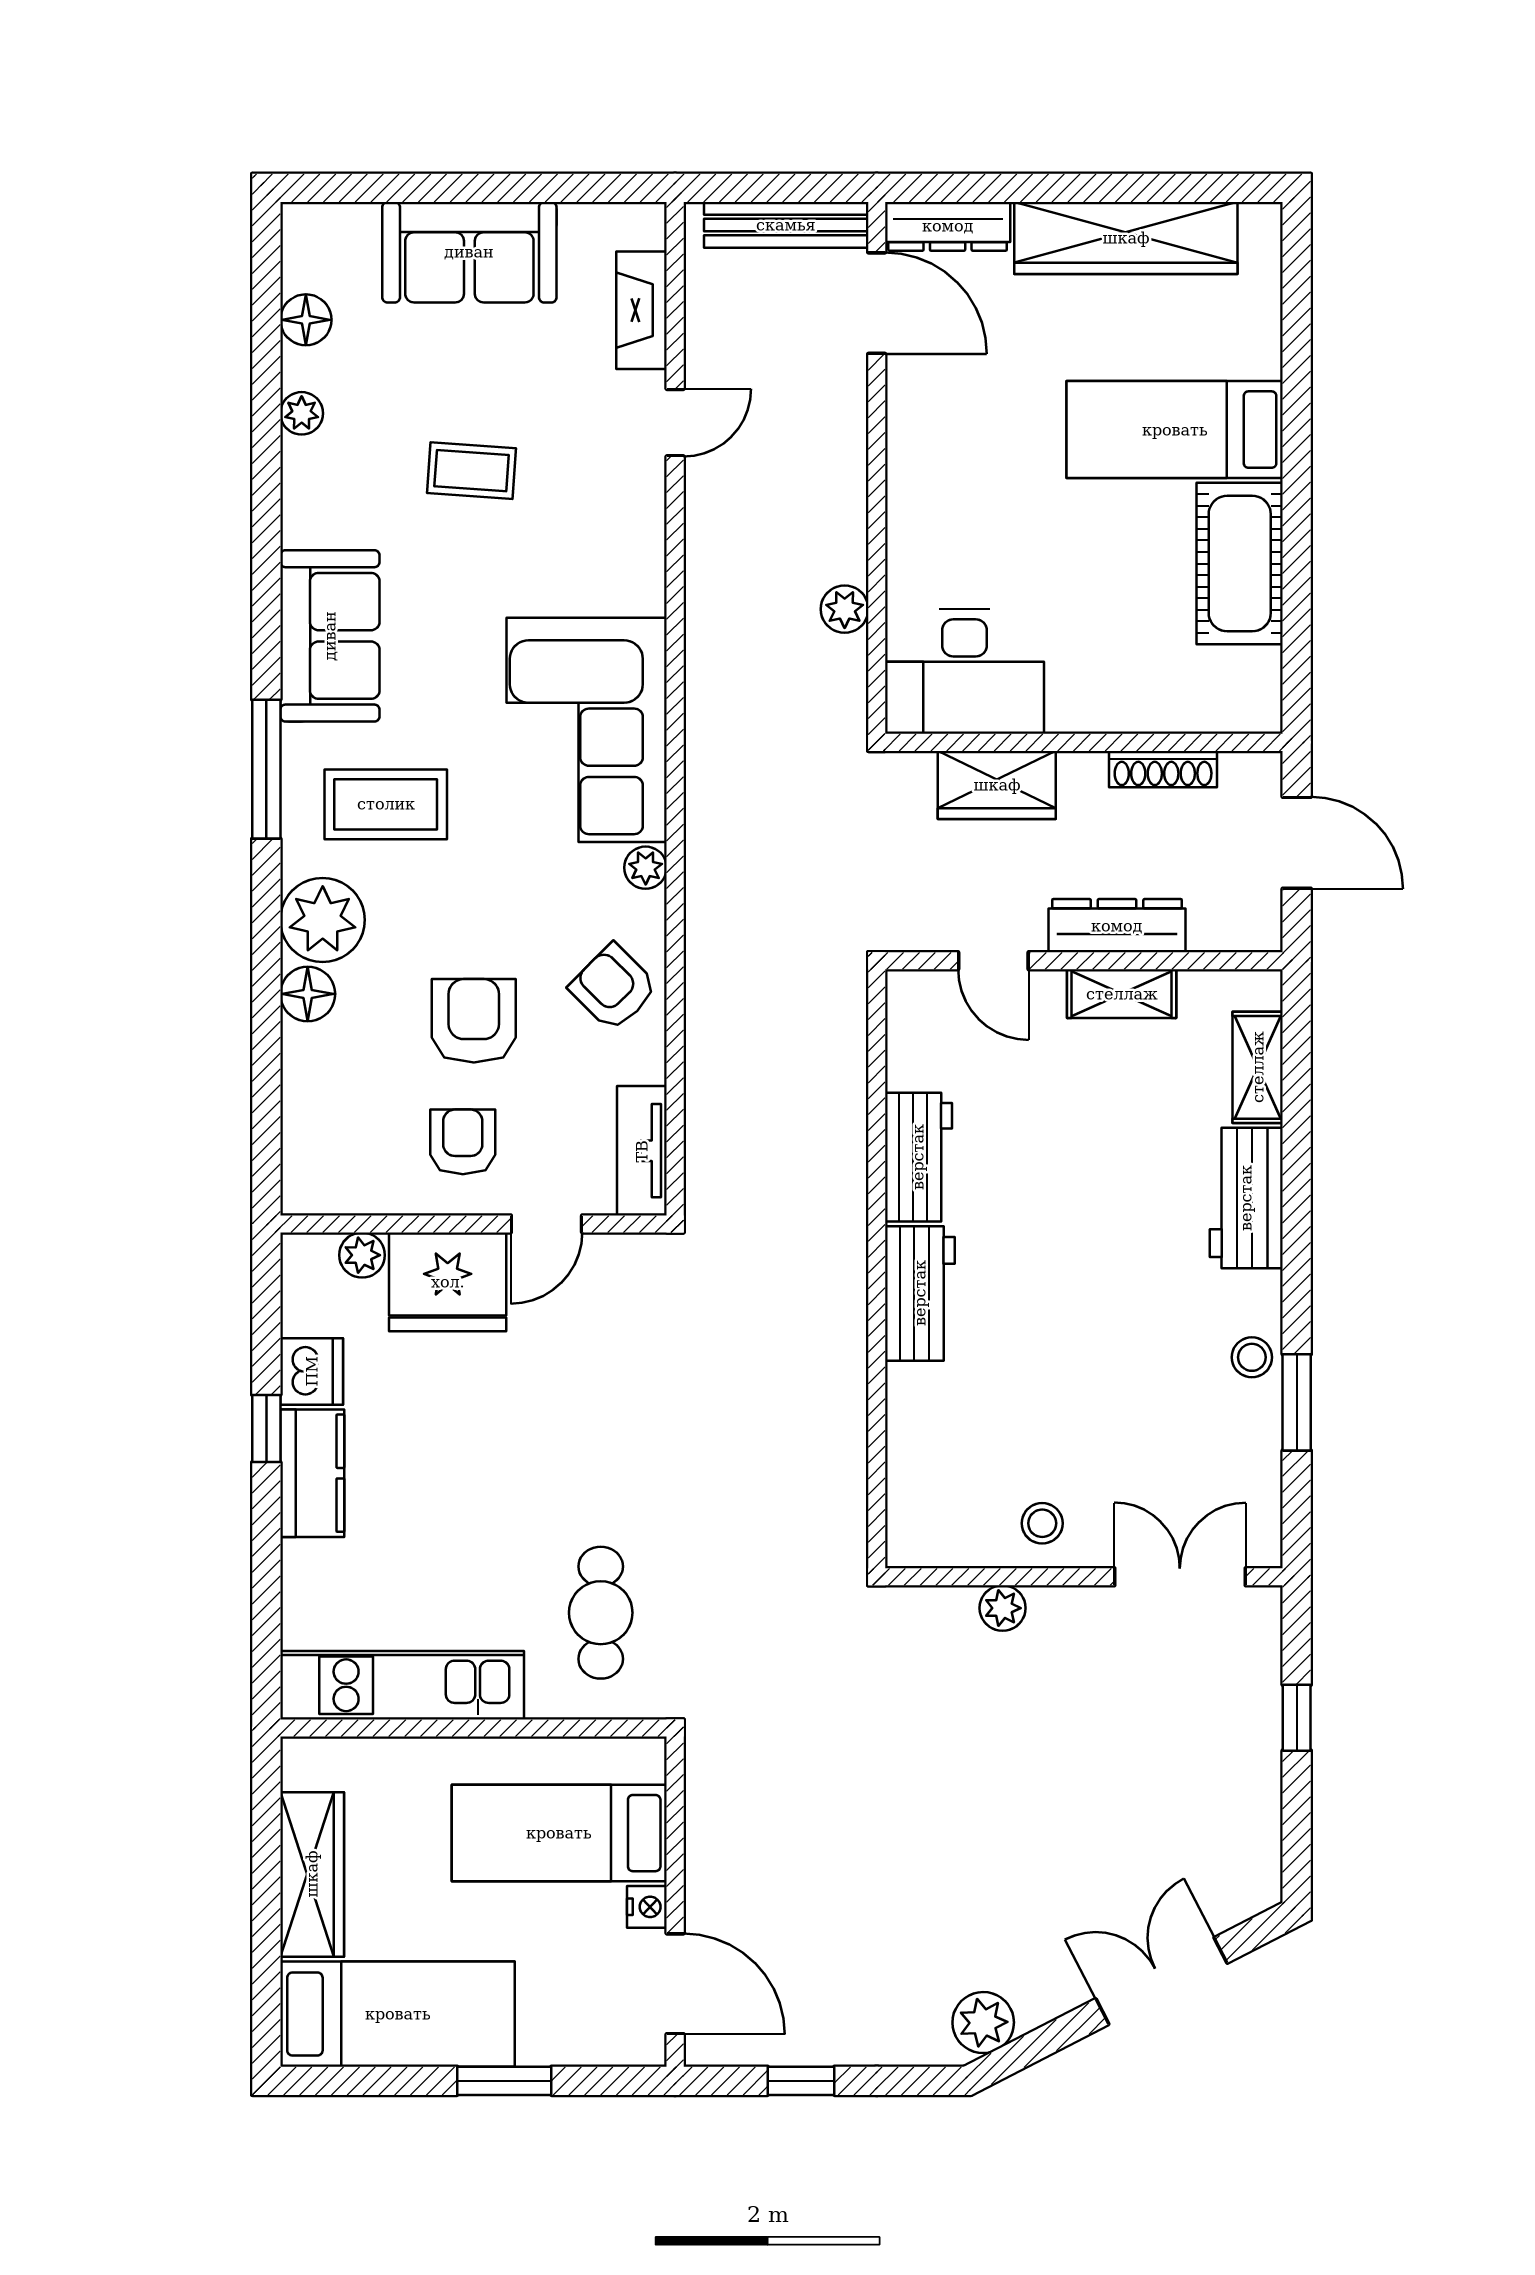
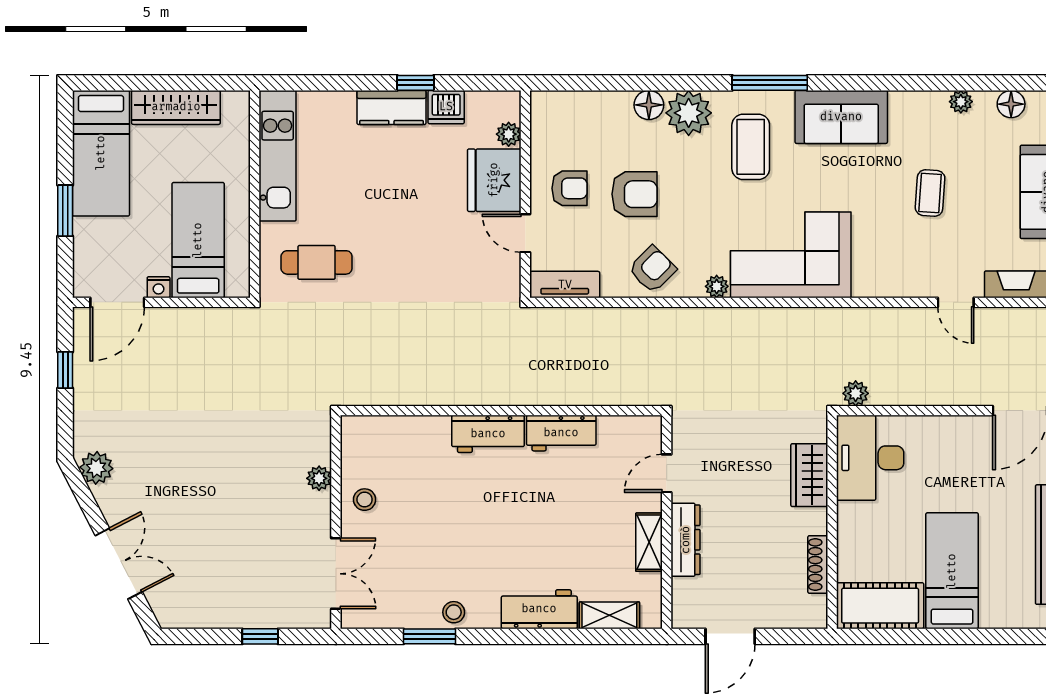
desk: (964, 672) -> (870, 458), moved
wall: (1084, 742) -> (832, 522), moved
shoe rack: (1163, 769) -> (818, 564), moved
wardrobe: (997, 785) -> (809, 475), moved

